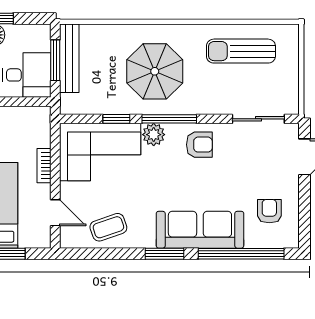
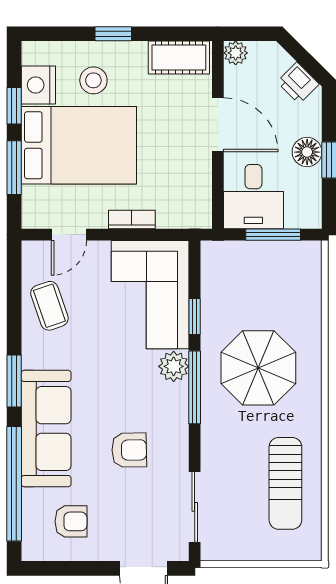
sun lounger: (241, 51) -> (285, 483), turned 180
bench: (69, 58) -> (276, 253), removed
armchair: (199, 145) -> (129, 450), moved, turned -91

